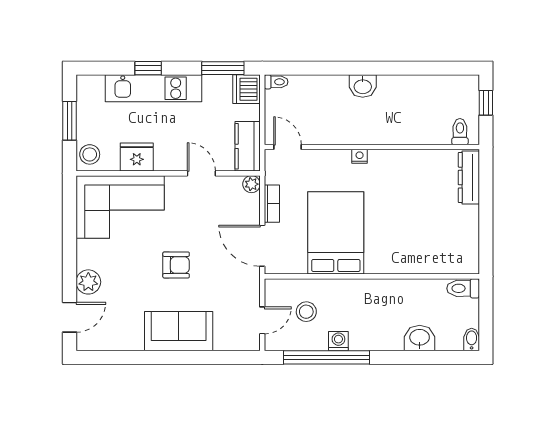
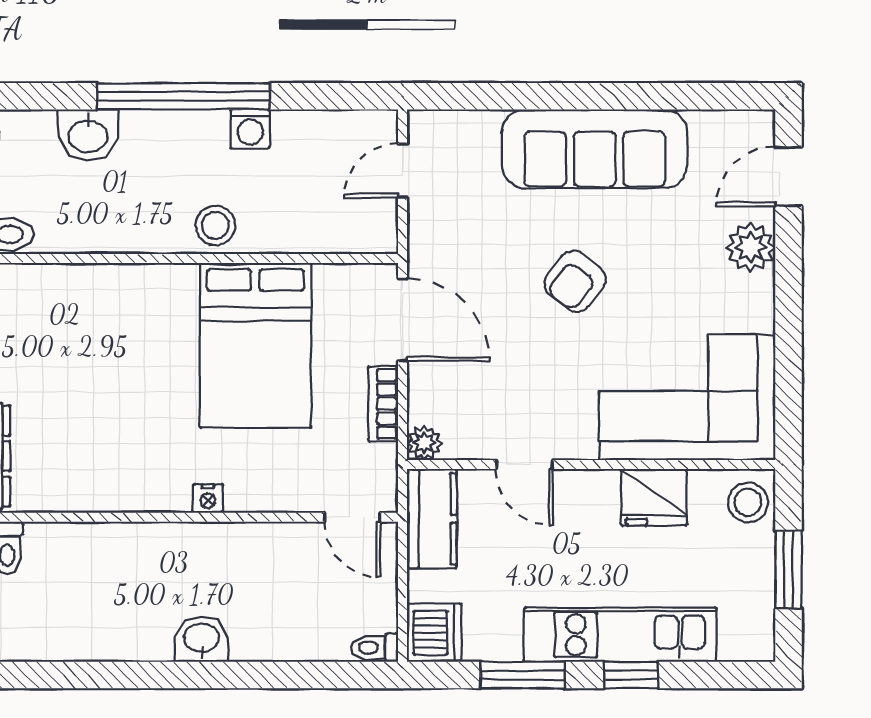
window: (223, 68) -> (523, 675), moved
armchair: (176, 265) -> (575, 281), turned -52
stool: (306, 312) -> (215, 225), moved
sofa: (179, 331) -> (595, 149), width x1.36
window: (327, 357) -> (184, 96), moved

